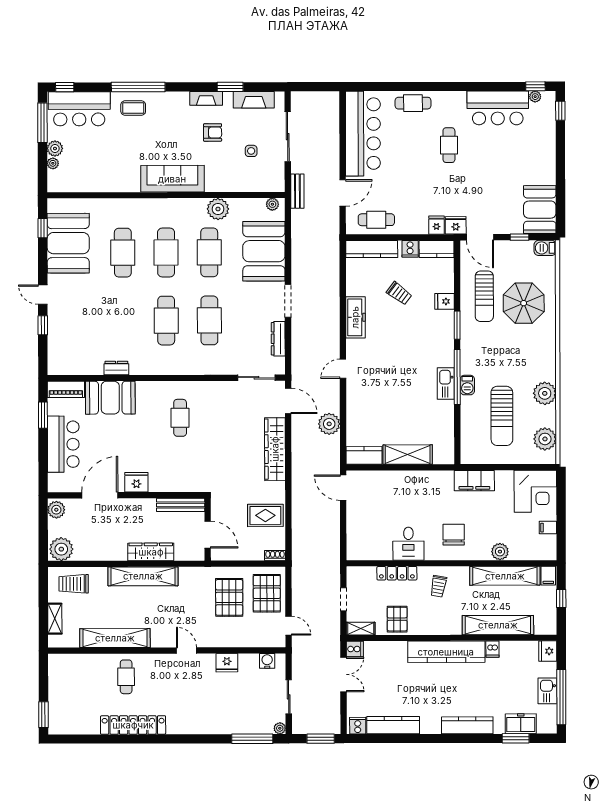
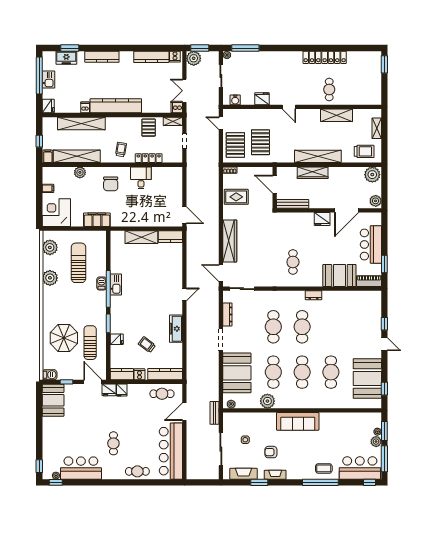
window: (43, 164) -> (384, 431), added
dresser: (116, 368) -> (314, 295), moved
plant: (329, 424) -> (194, 58), moved
shelving: (115, 638) -> (337, 115), width x0.68

